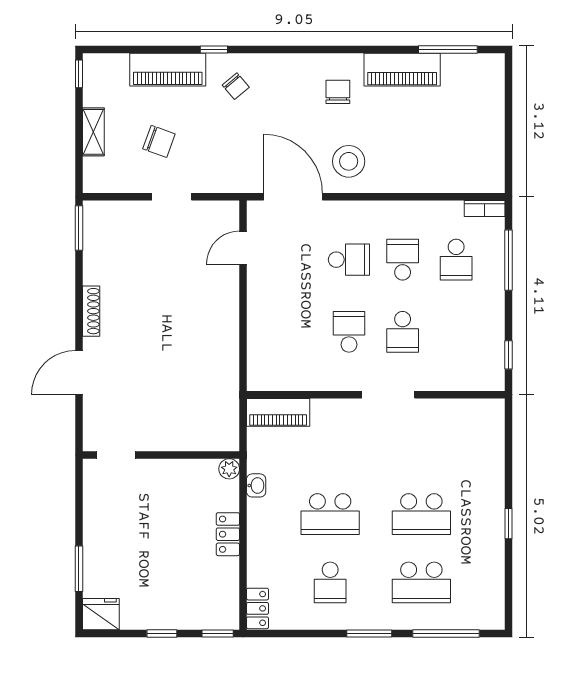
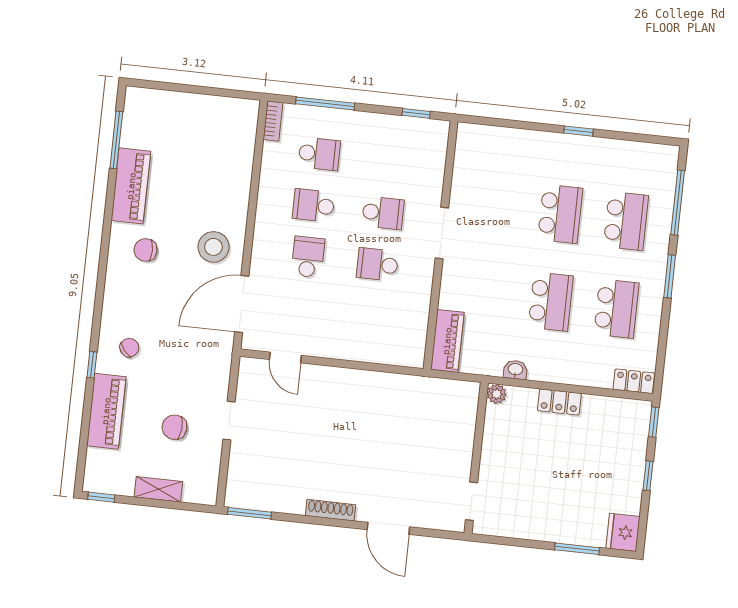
chair: (159, 141) -> (174, 427), turned -106
school desk: (330, 582) -> (616, 309), width x1.85

